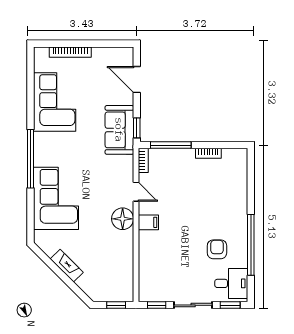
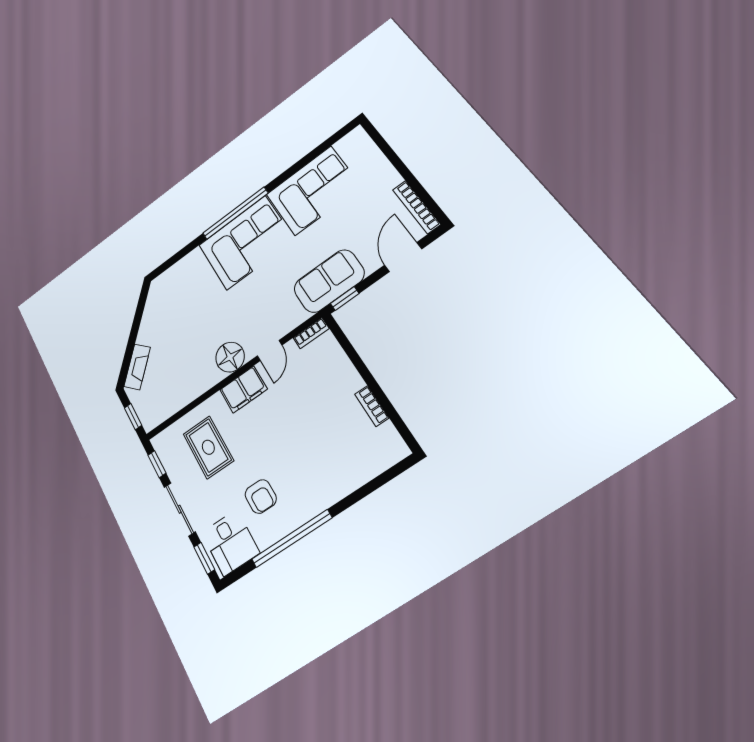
bookcase: (70, 52) -> (416, 207), moved
window: (171, 145) -> (351, 352), removed
corner sofa: (56, 198) -> (246, 242), moved
filing cabinet: (148, 222) -> (243, 389), width x2.00
armchair: (217, 249) -> (261, 497), turned 90
rug: (168, 265) -> (208, 447), added
fireplace: (67, 266) -> (137, 367), moved

